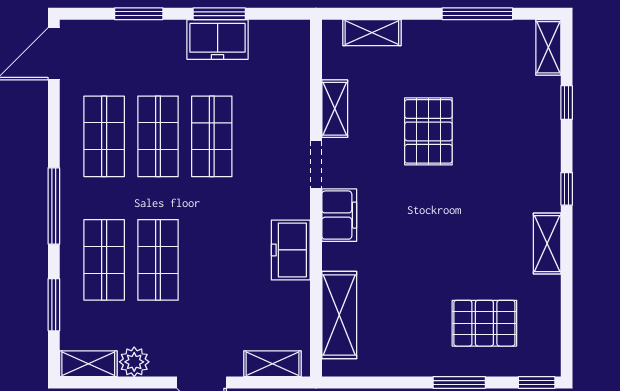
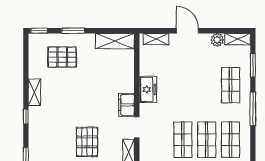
shop shelf: (158, 260) -> (207, 85), removed
shelving: (339, 315) -> (115, 41), moved, turned 90

